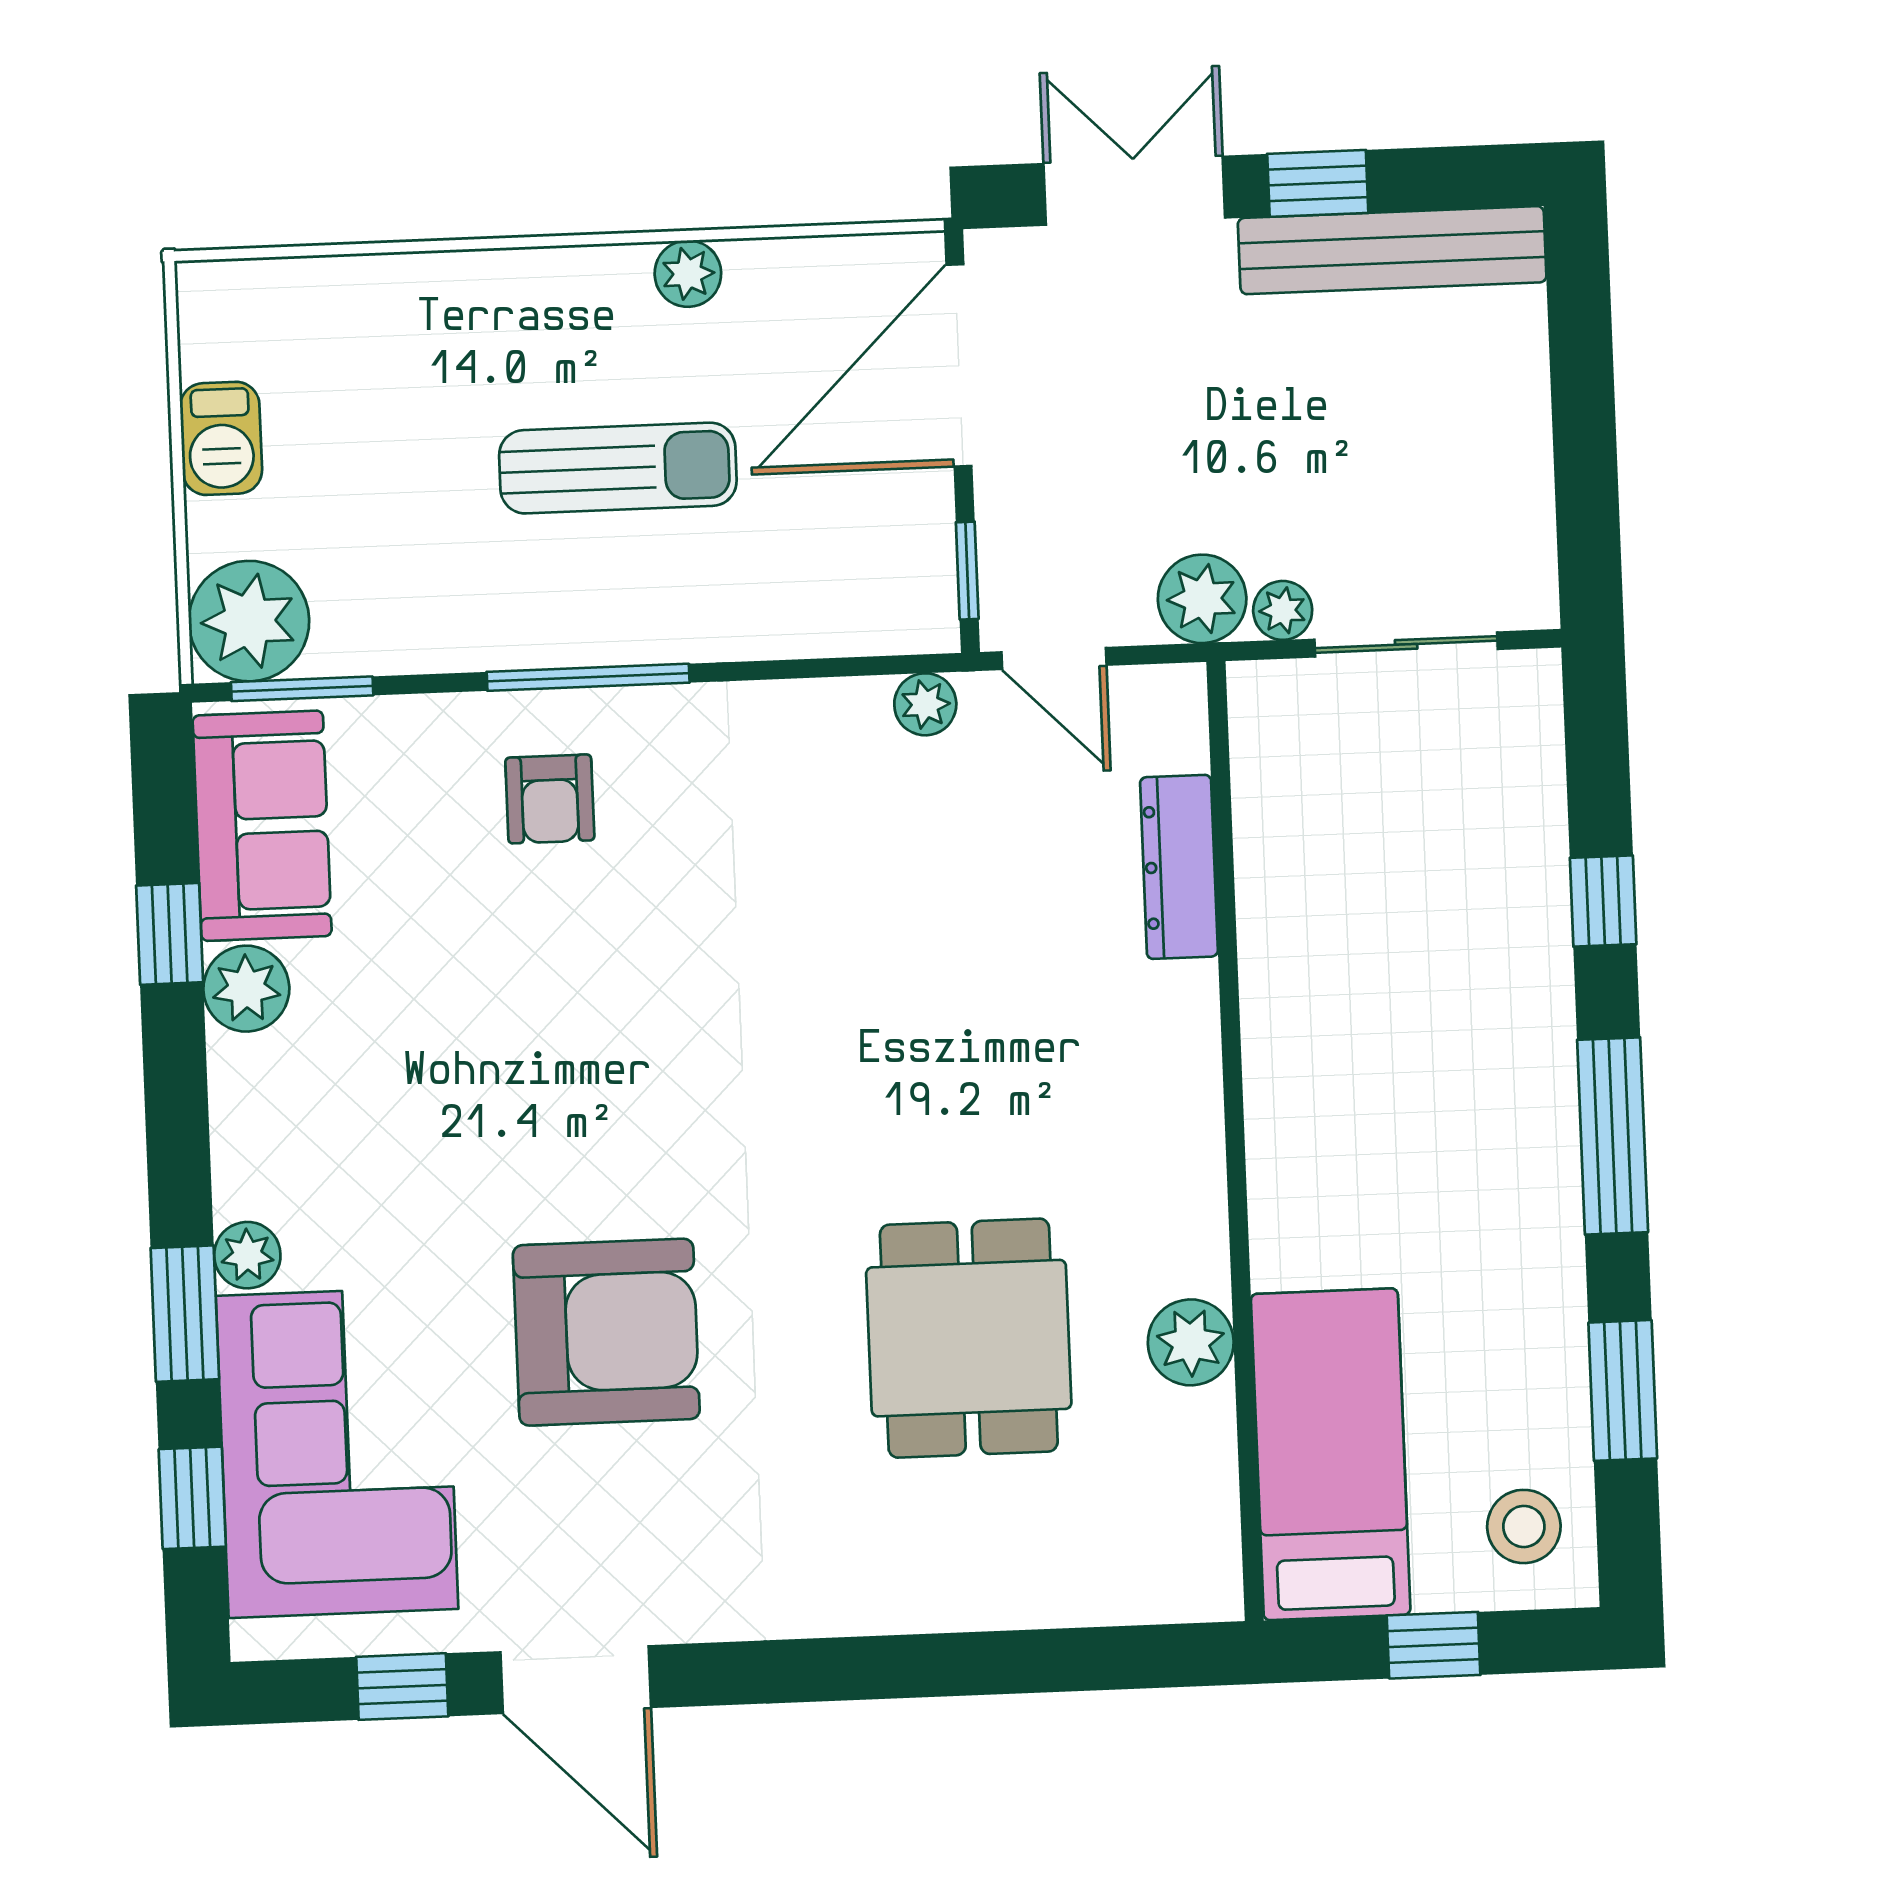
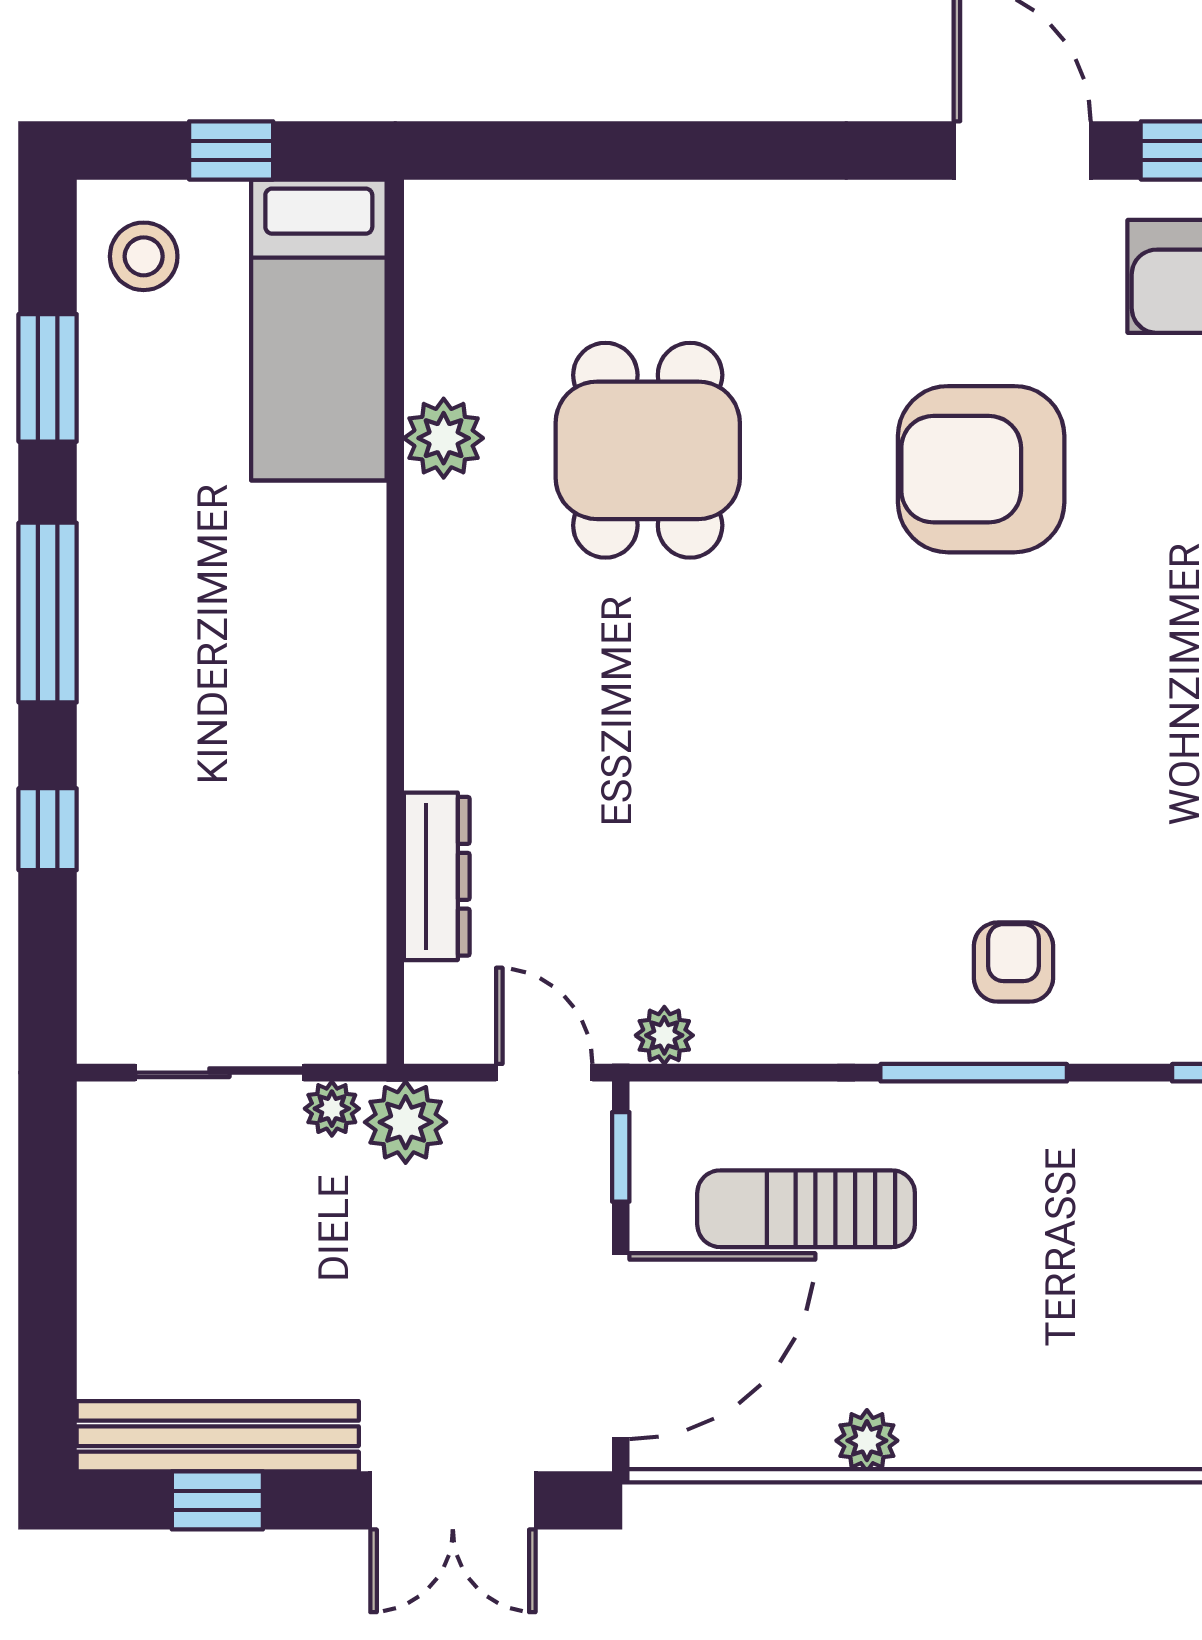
window: (1318, 183) -> (217, 1500), moved
sun lounger: (618, 468) -> (806, 1209), moved

